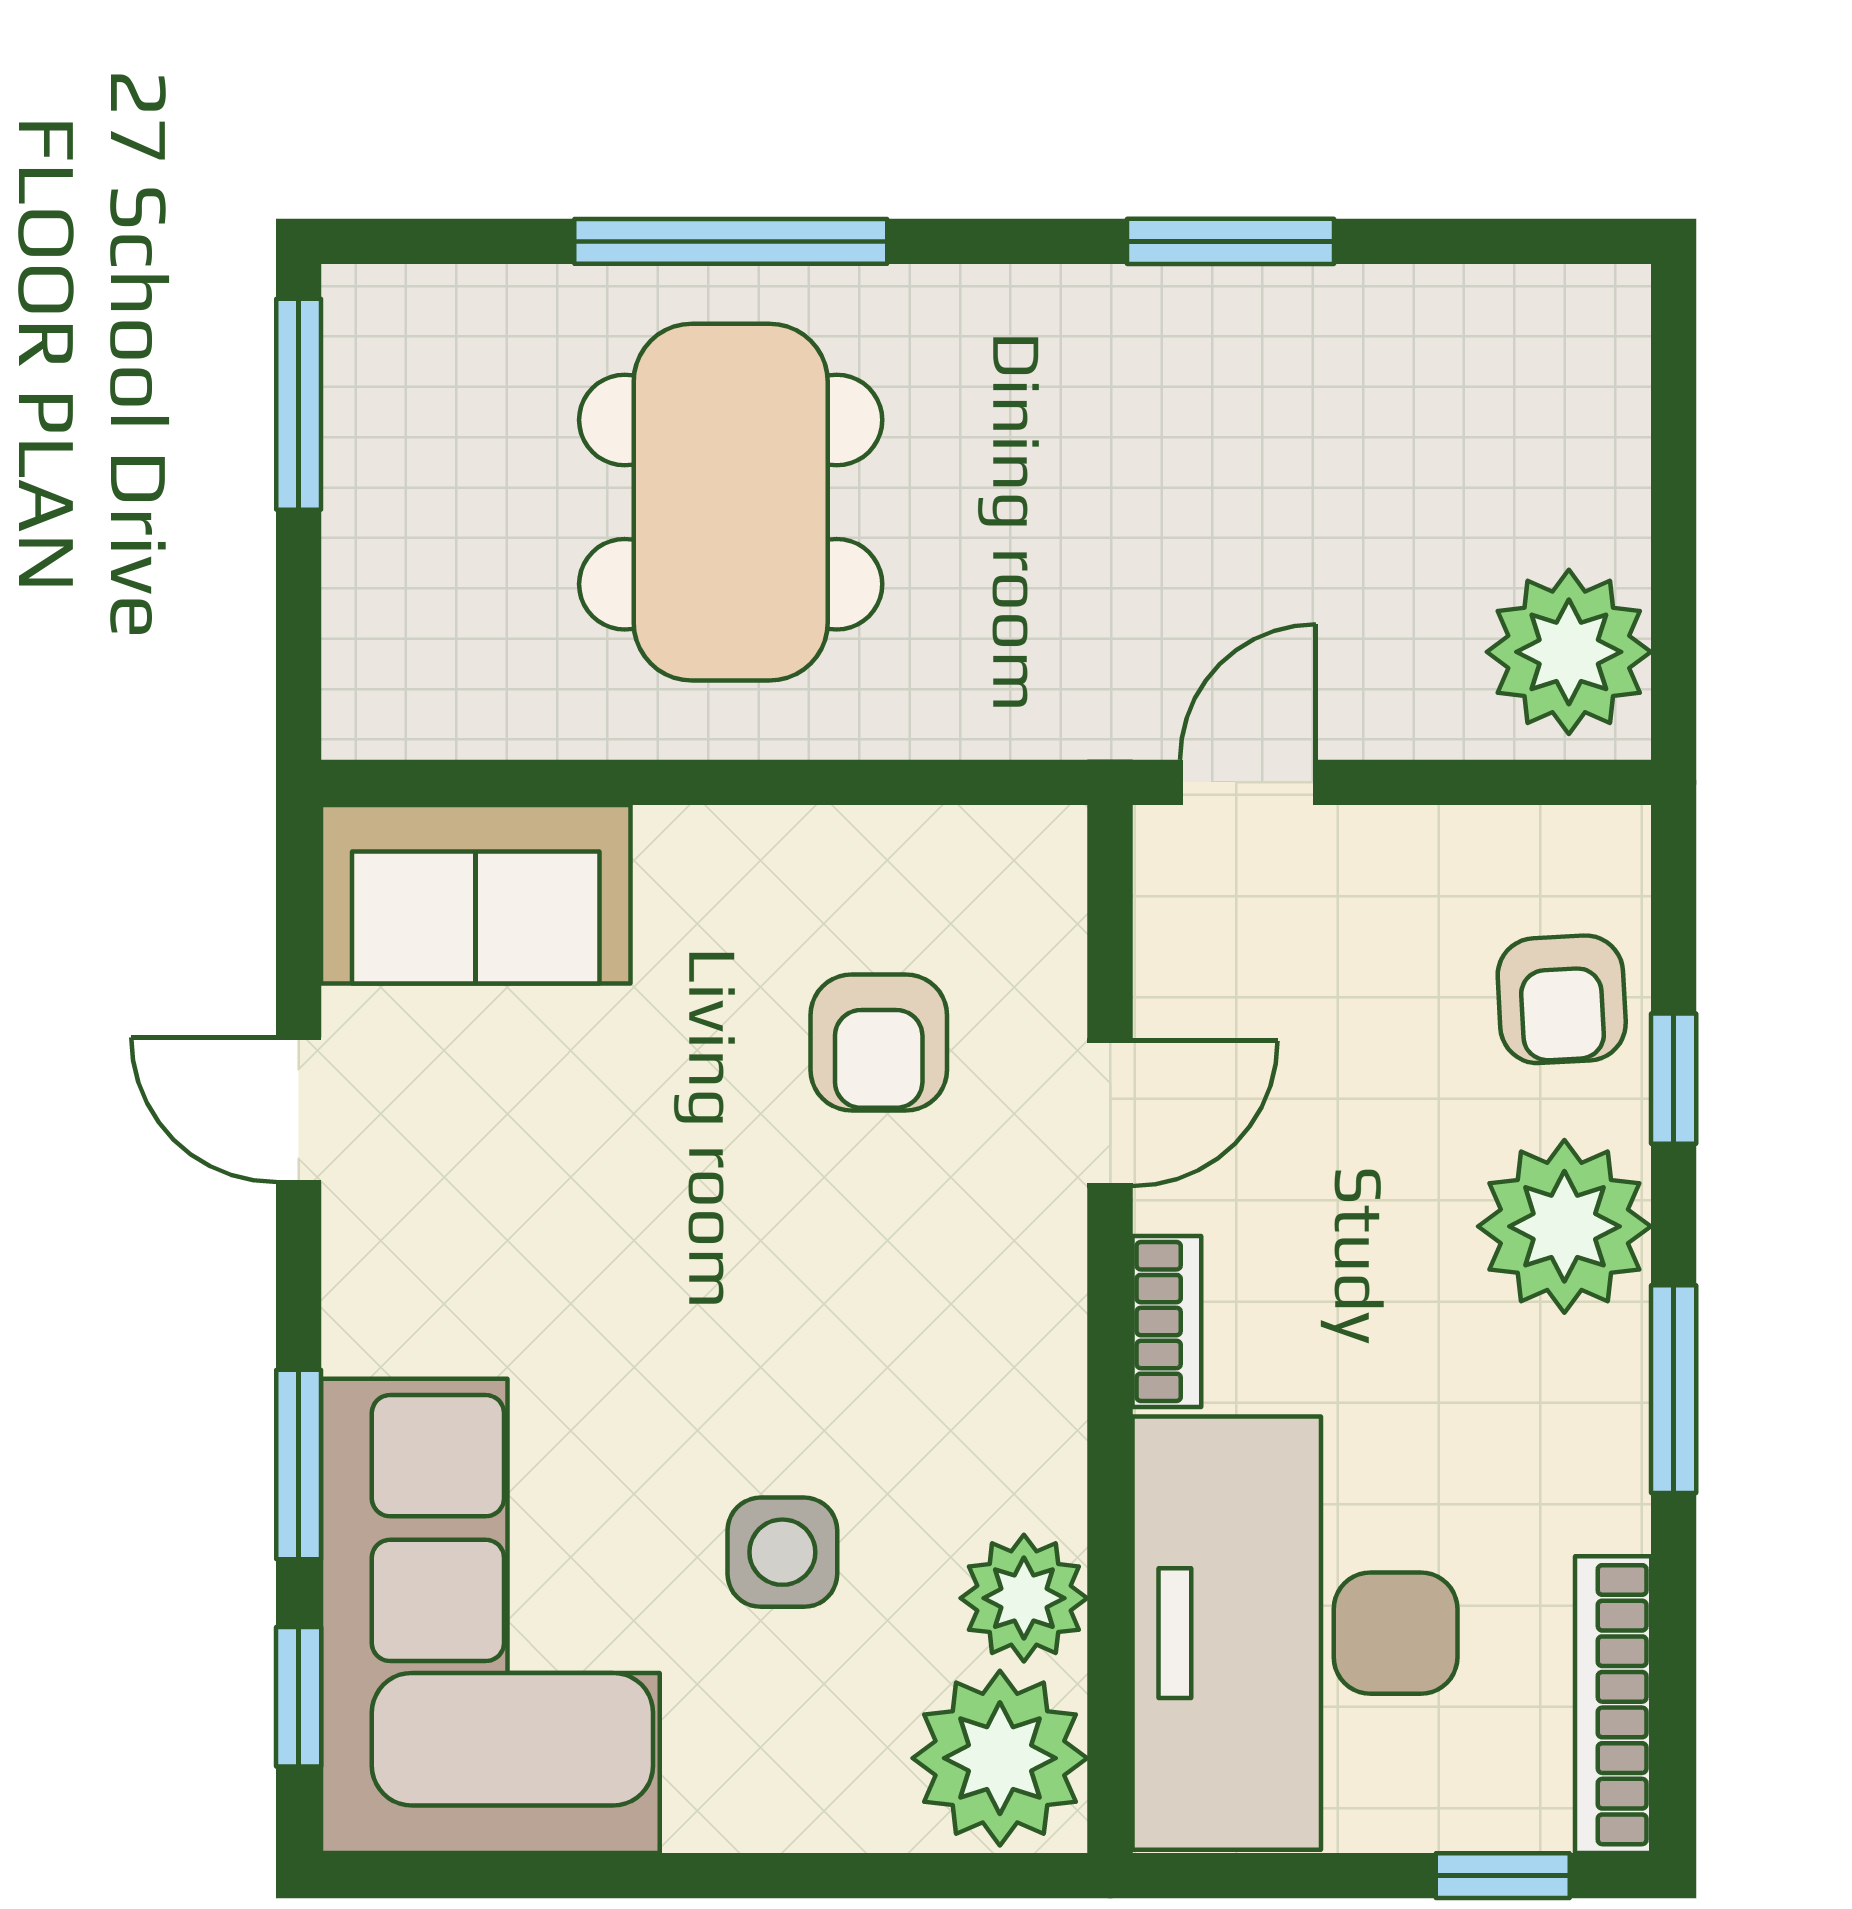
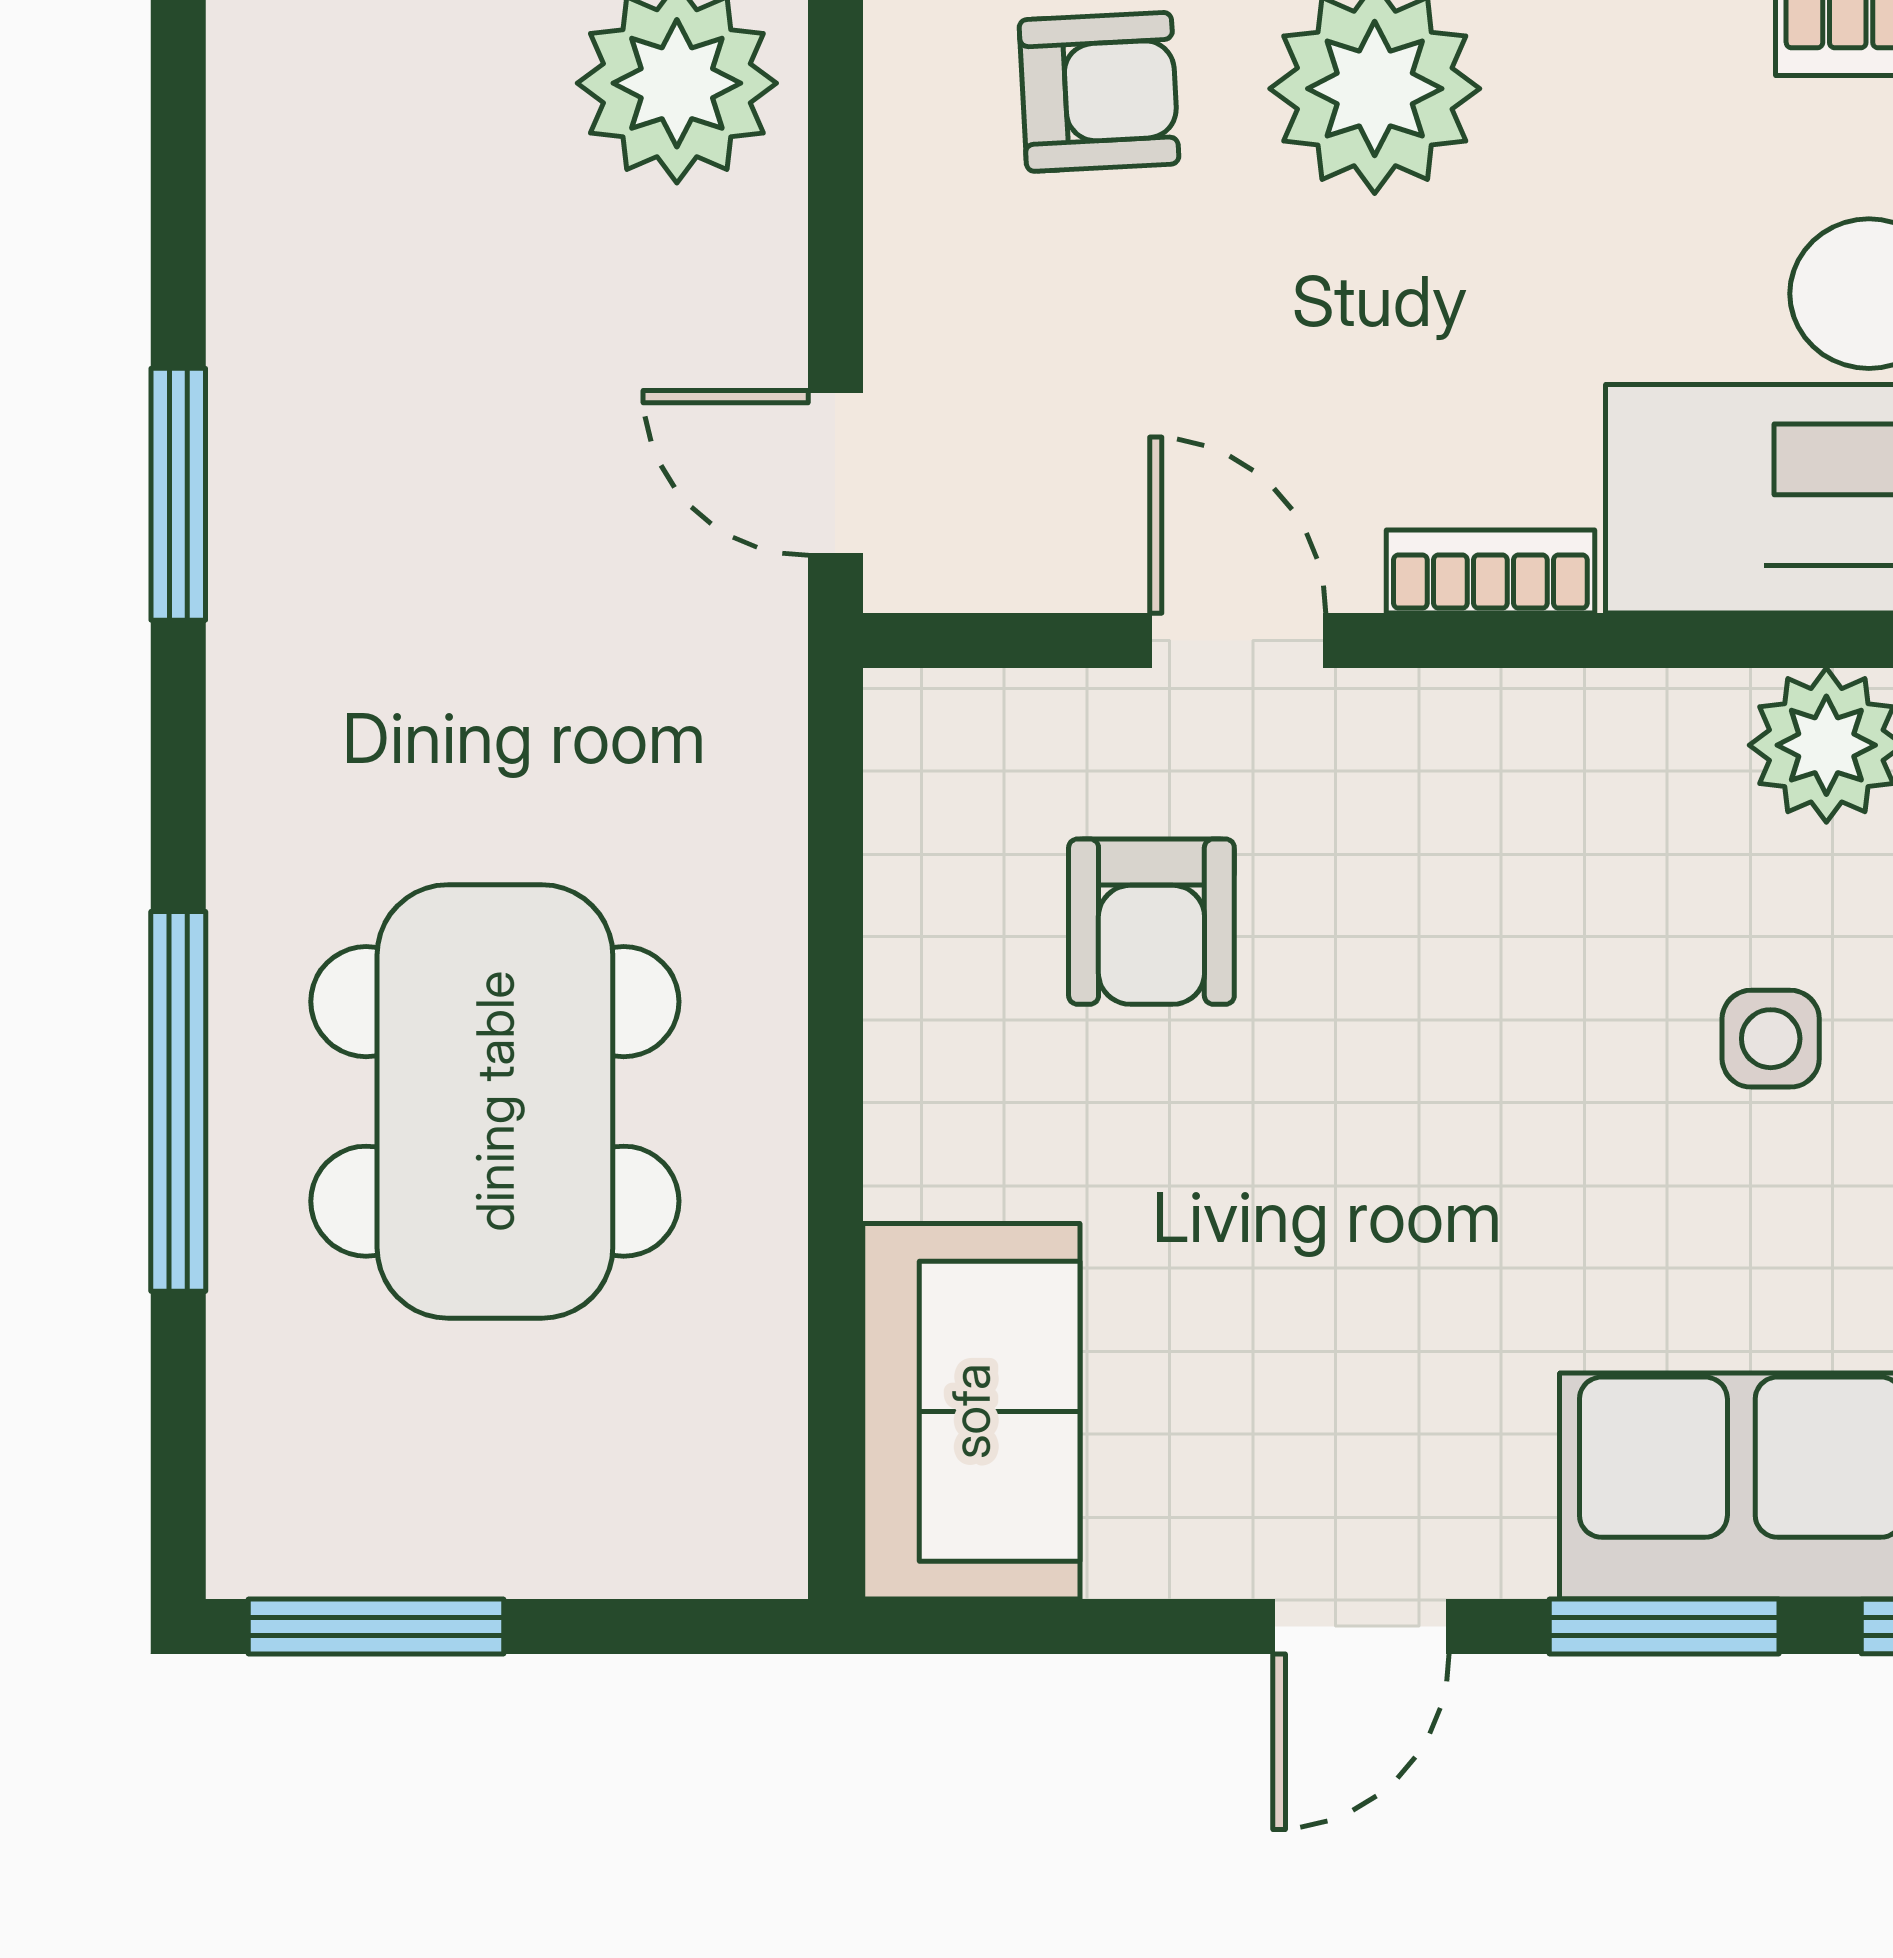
dining table: (731, 502) -> (495, 1101), turned 90
armchair: (879, 1043) -> (1151, 922), turned 90
door: (299, 1110) -> (1361, 1626), moved
side table: (782, 1552) -> (1771, 1039), width x0.73, depth x0.73

